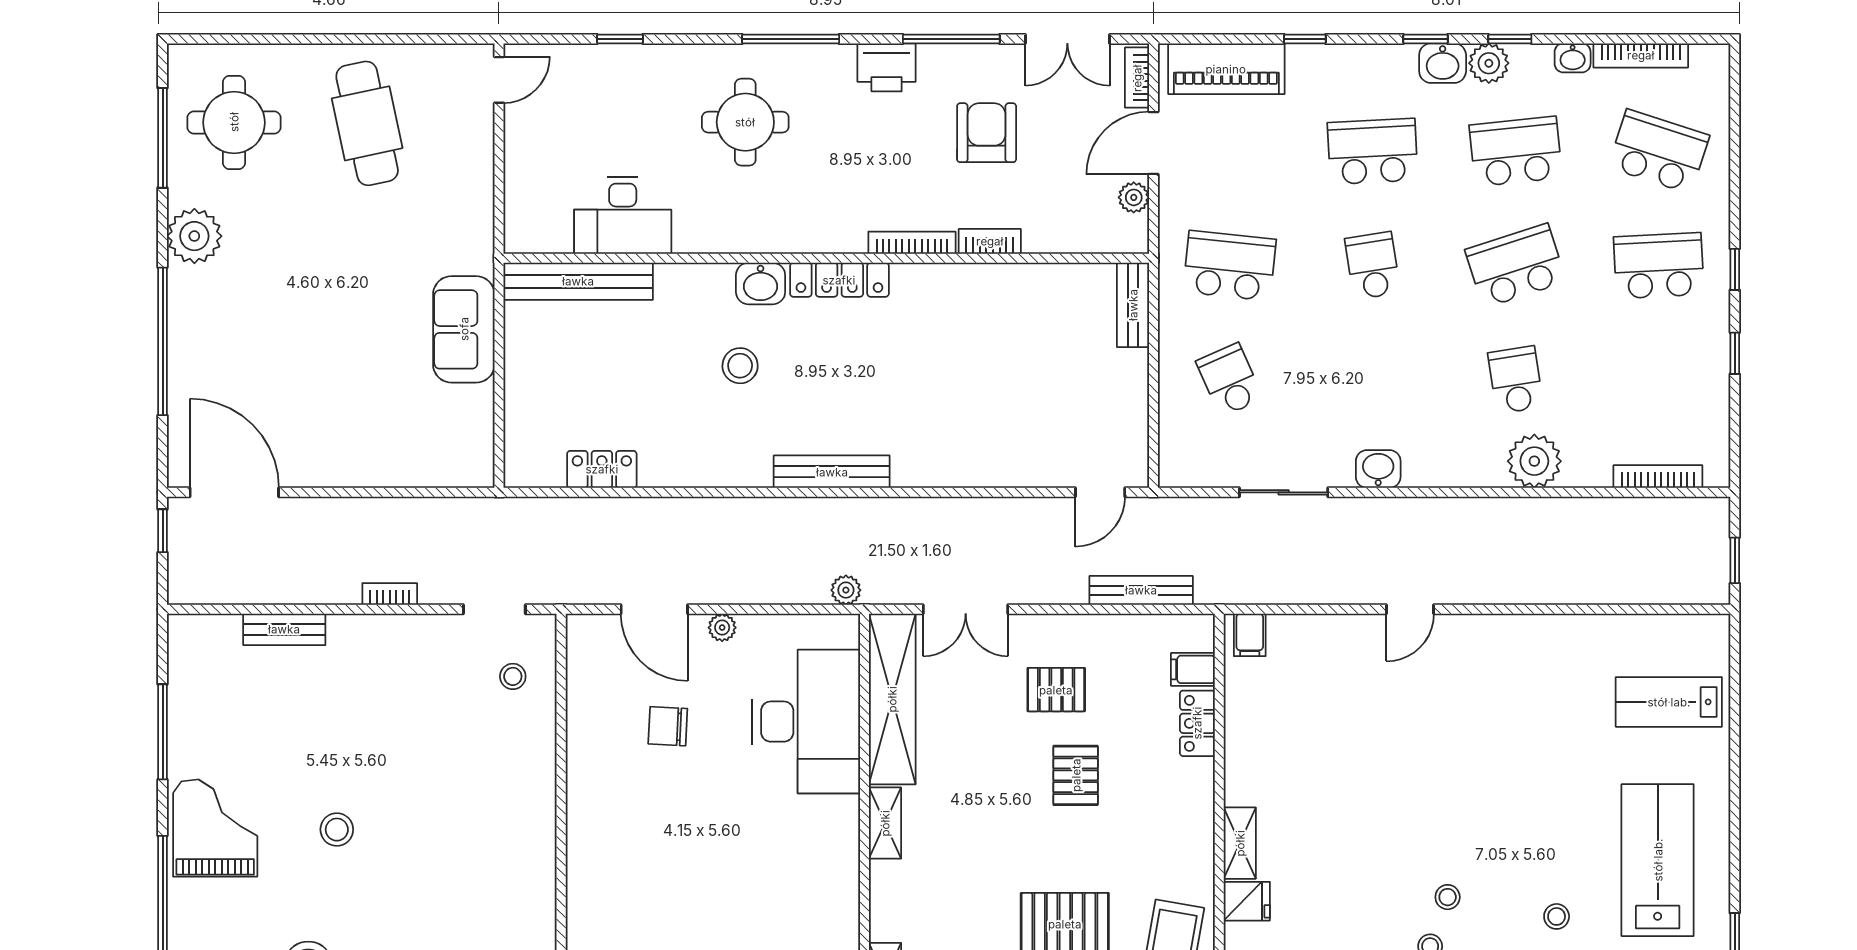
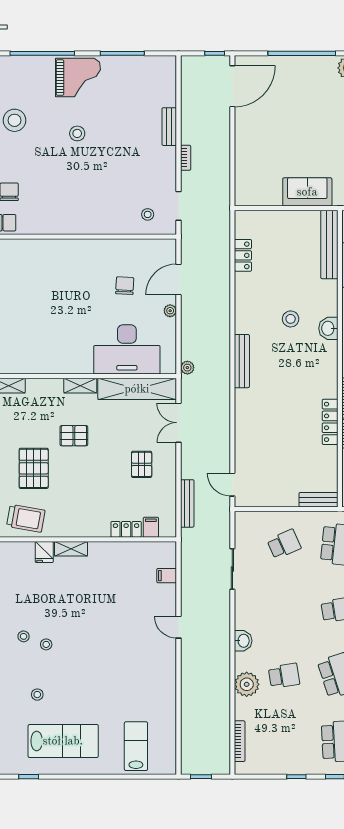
locker: (839, 280) -> (330, 422), moved
washbasin: (1378, 469) -> (243, 641), moved
bench: (284, 629) -> (169, 127), moved
filing cabinet: (1250, 635) -> (167, 576), moved
pallet: (1076, 775) -> (74, 436), moved

